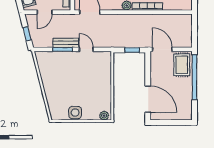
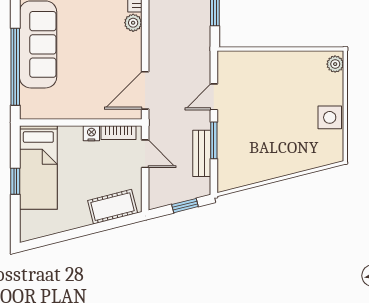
door: (45, 12) -> (145, 154), moved
bench: (66, 43) -> (202, 153), moved

